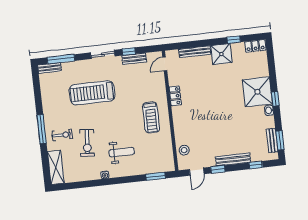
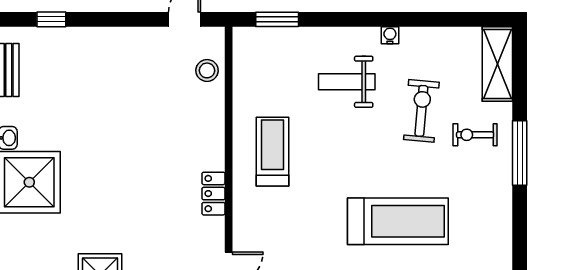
bench: (233, 159) -> (100, 37), removed
window: (218, 169) -> (137, 19), removed

